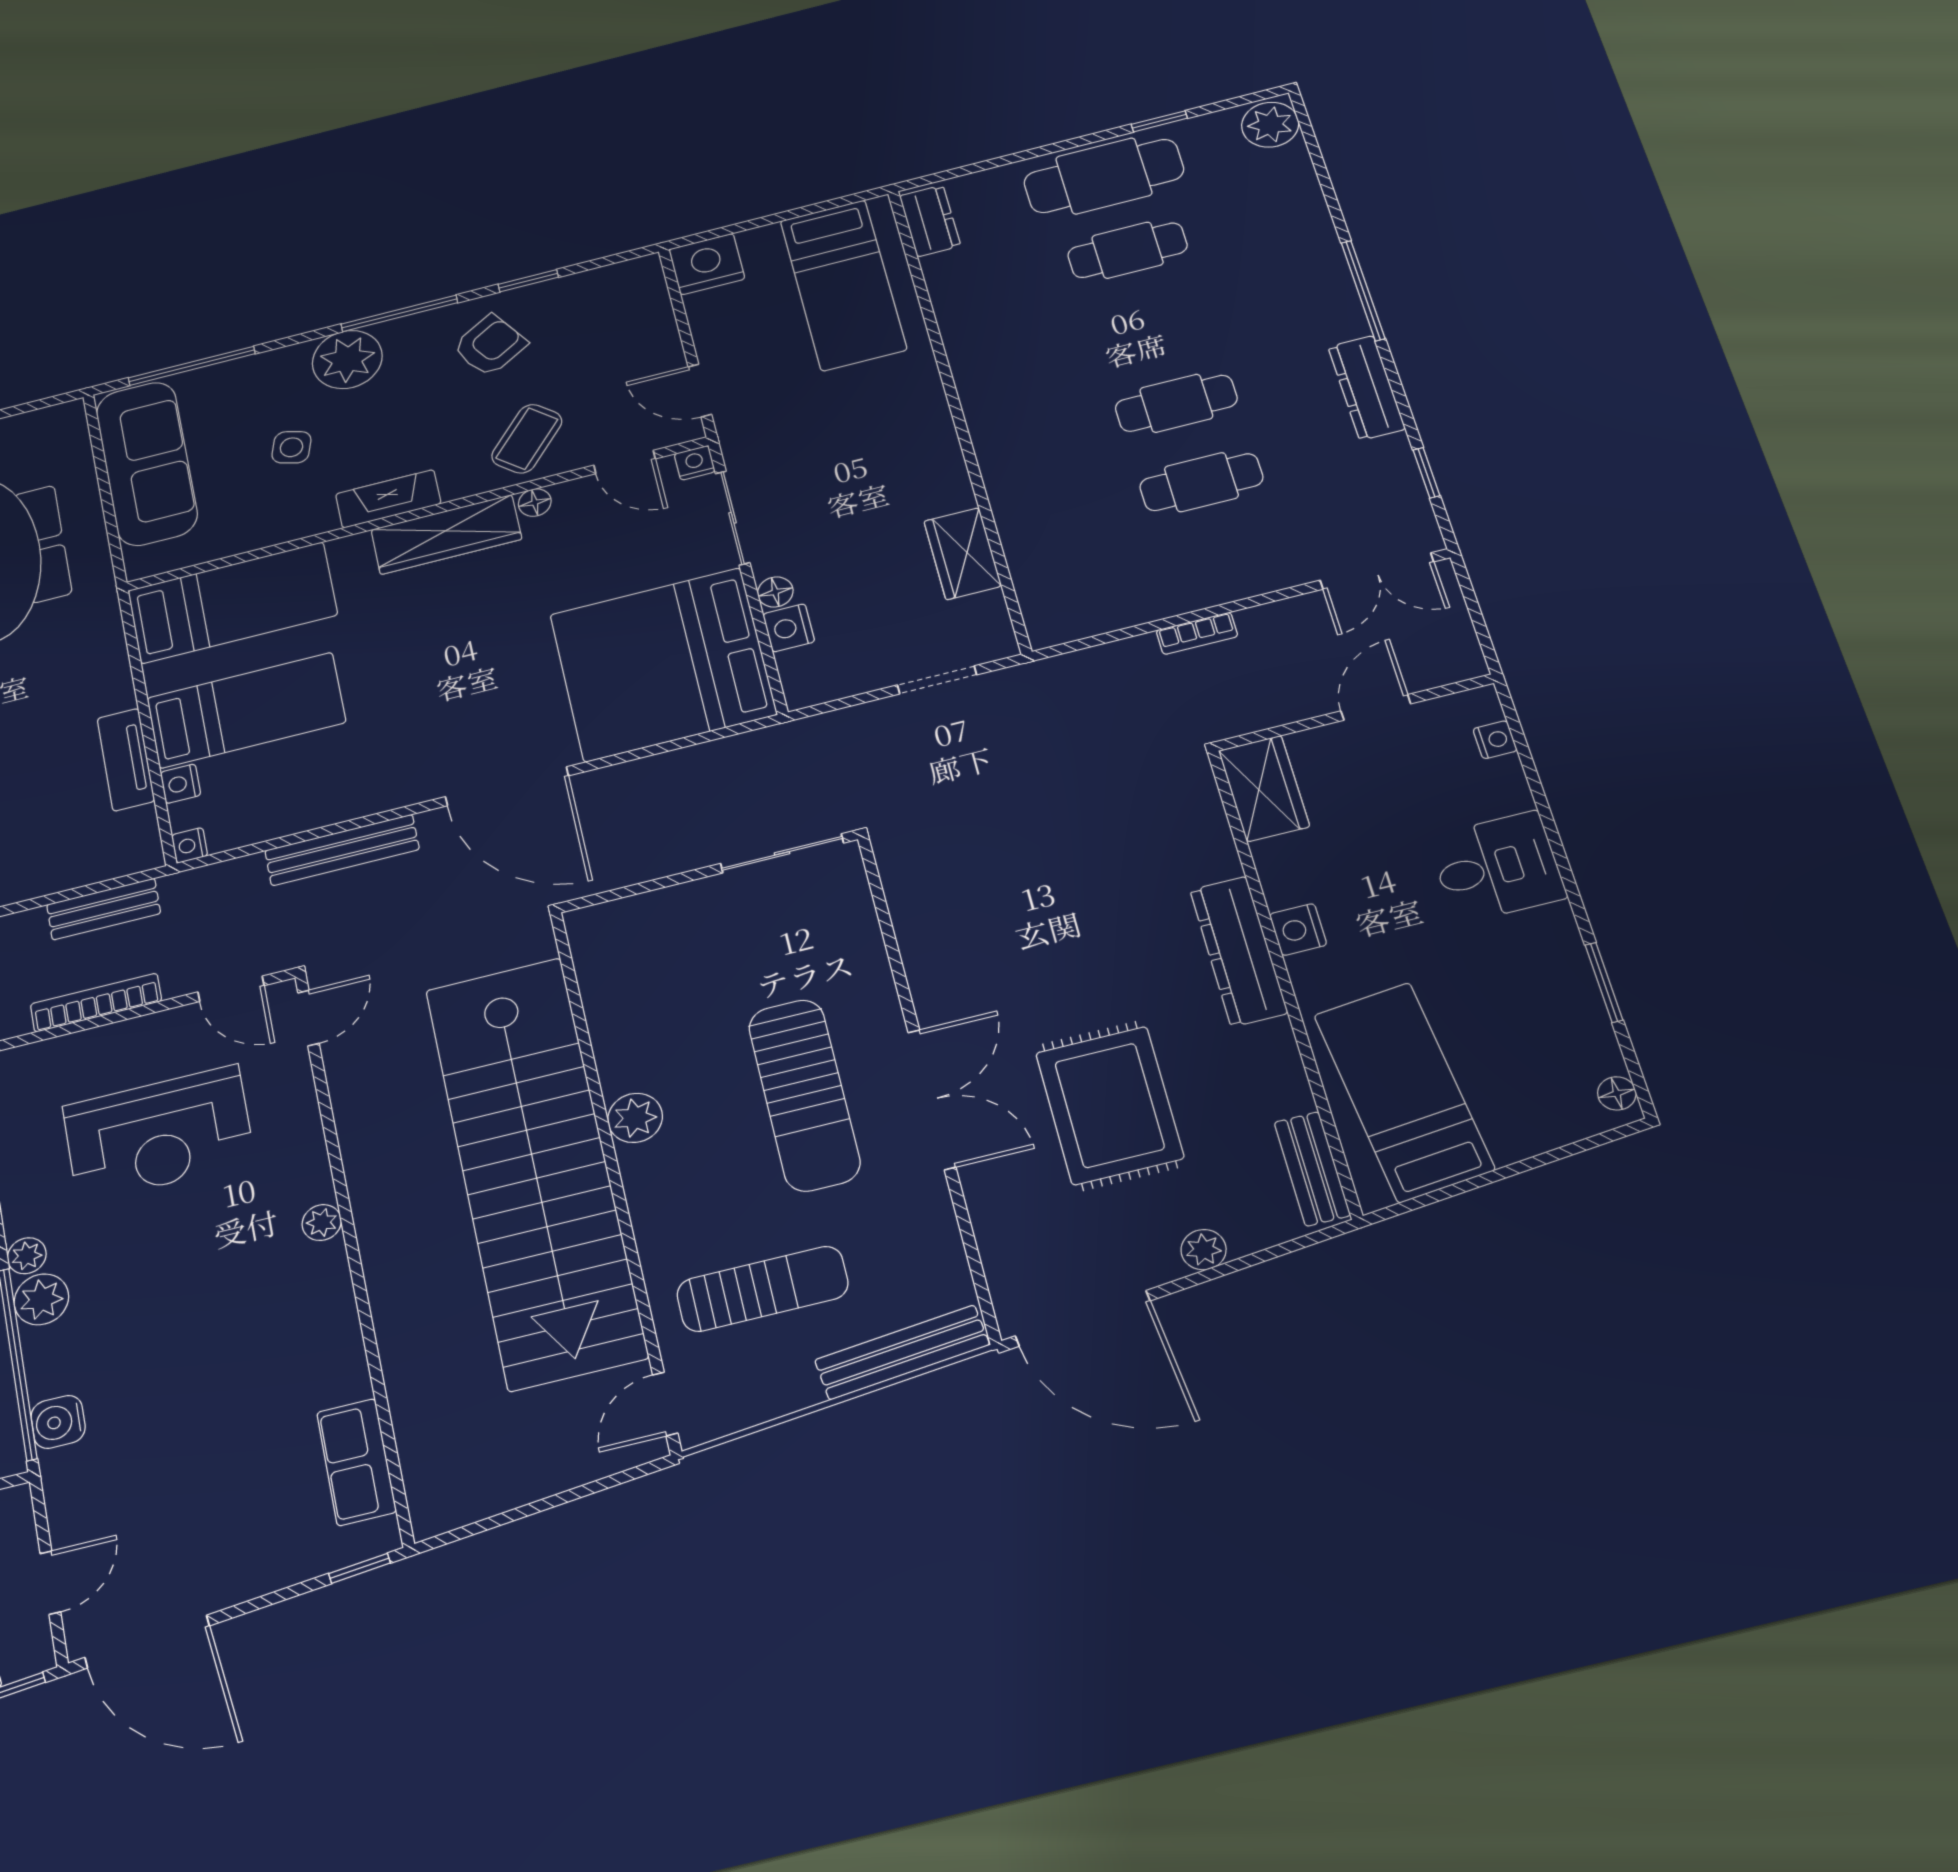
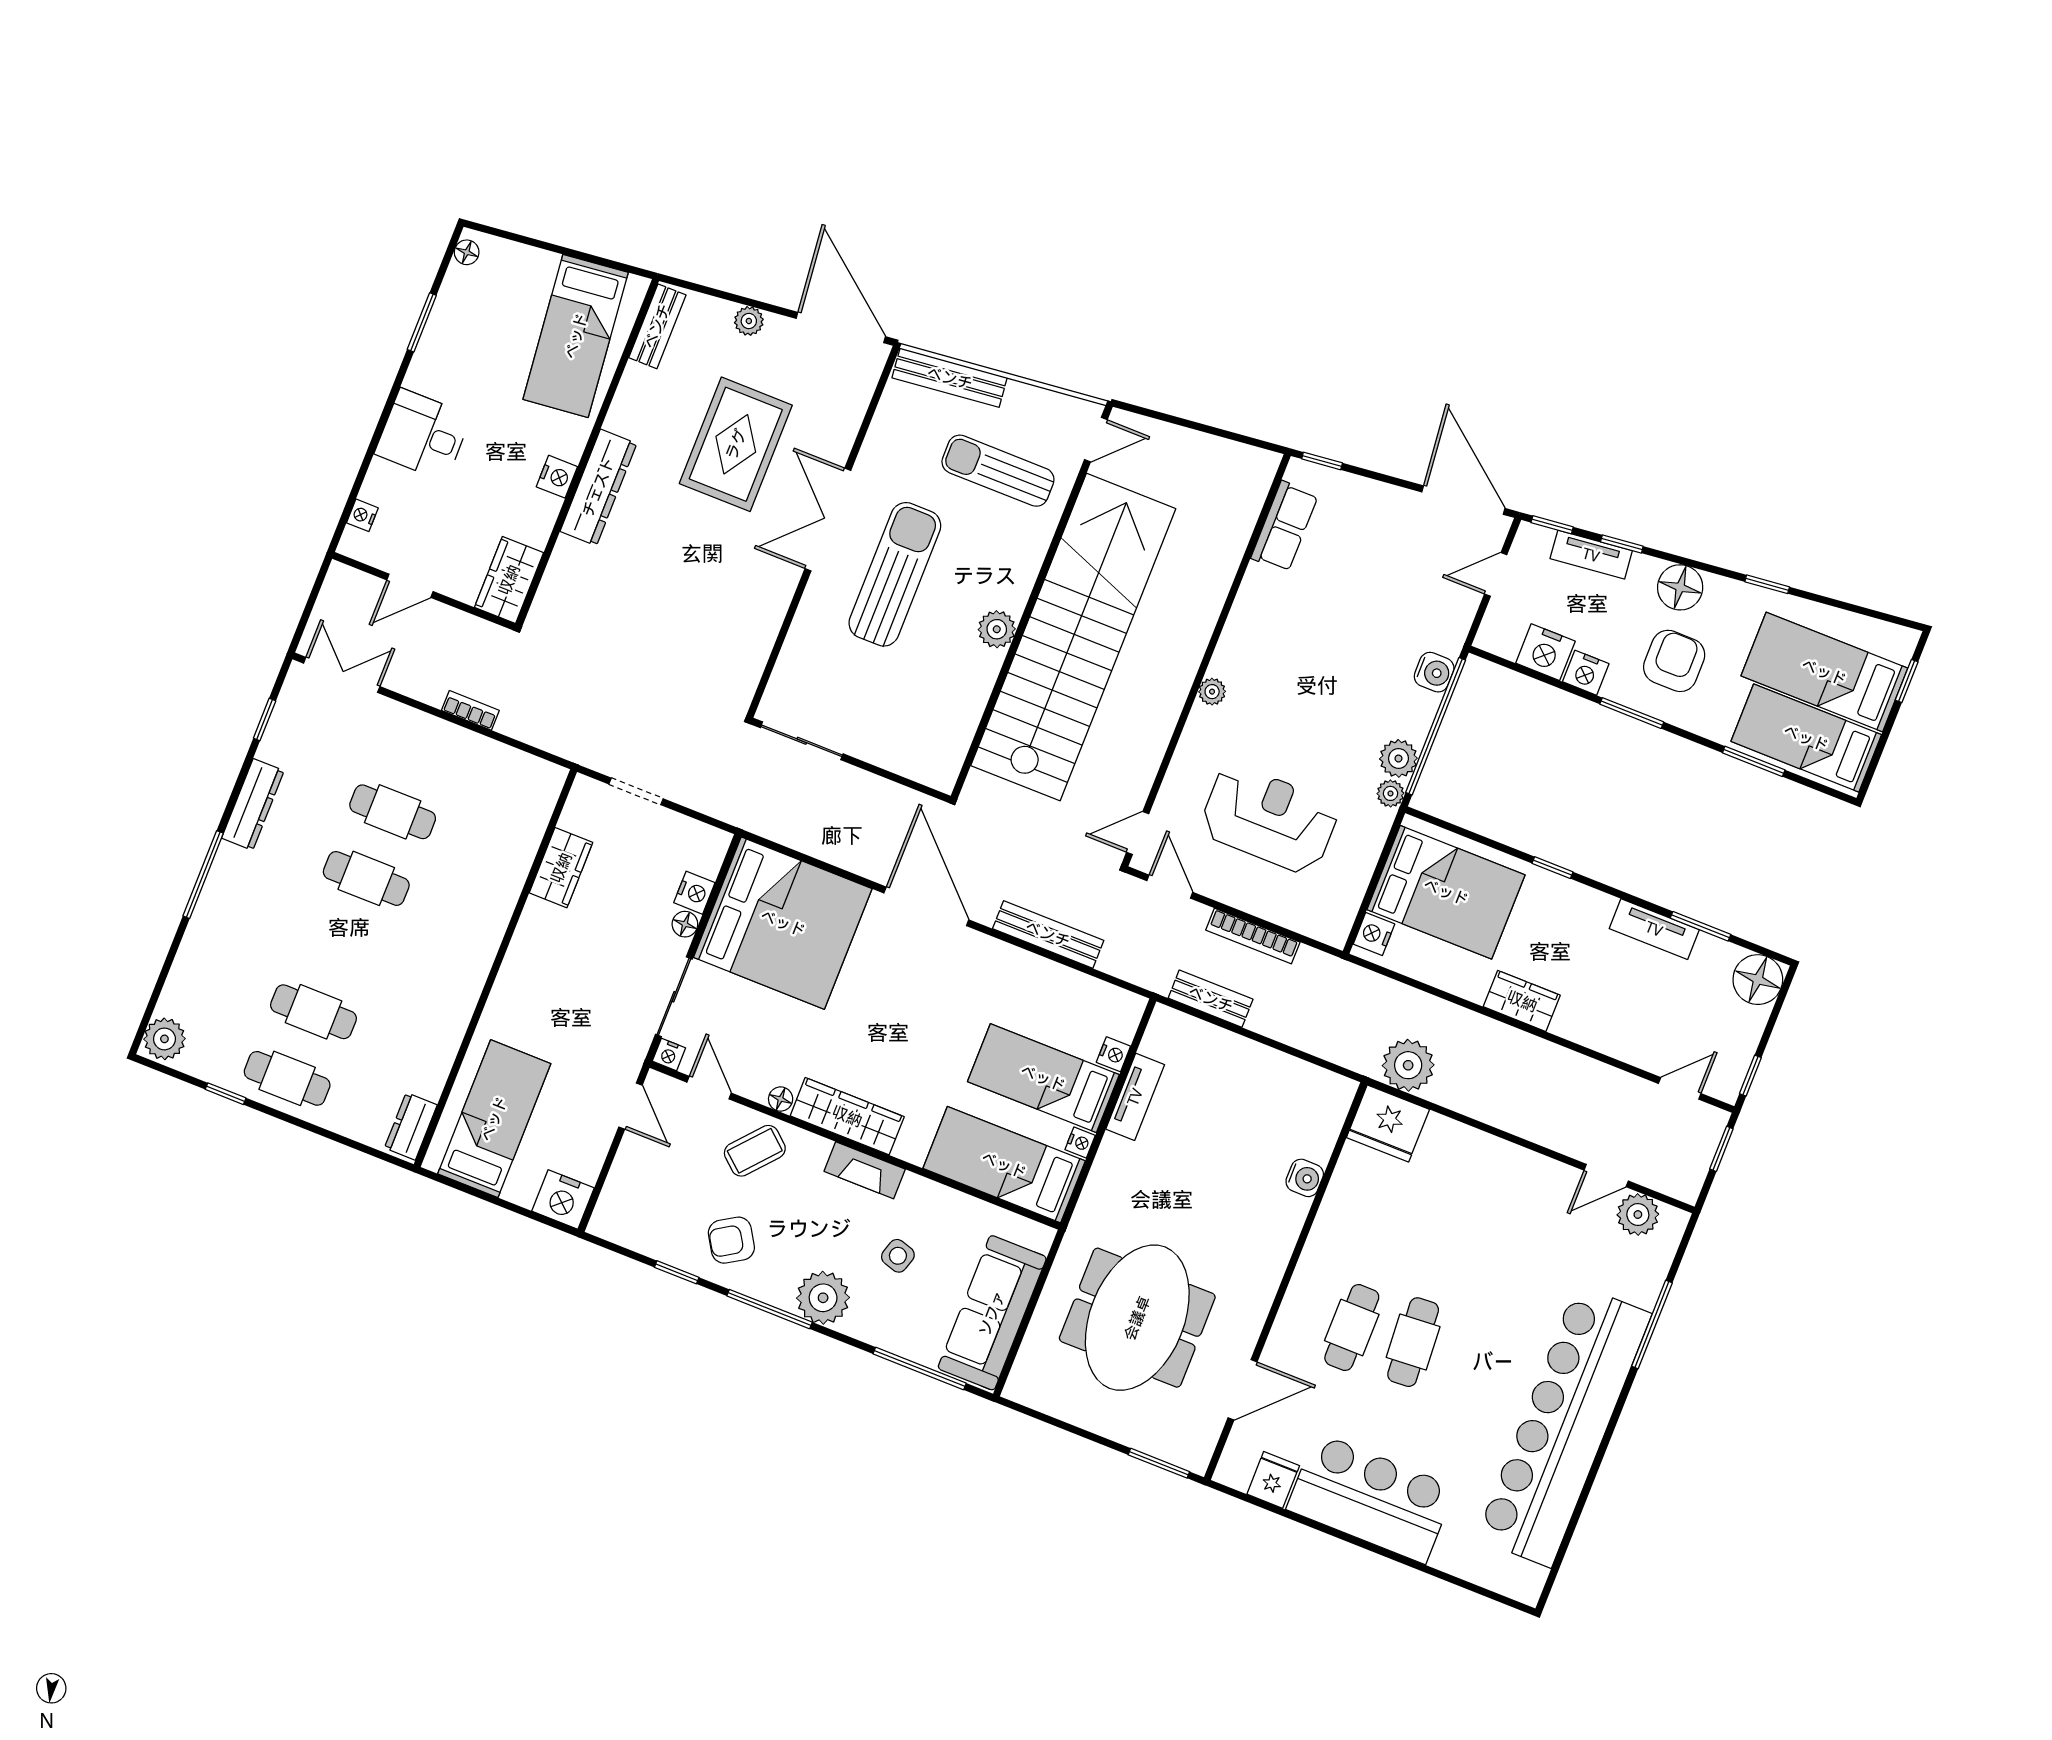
cafe table: (1104, 176) -> (287, 1078), width x0.73, depth x0.74
nightstand: (189, 845) -> (1080, 1143), moved

